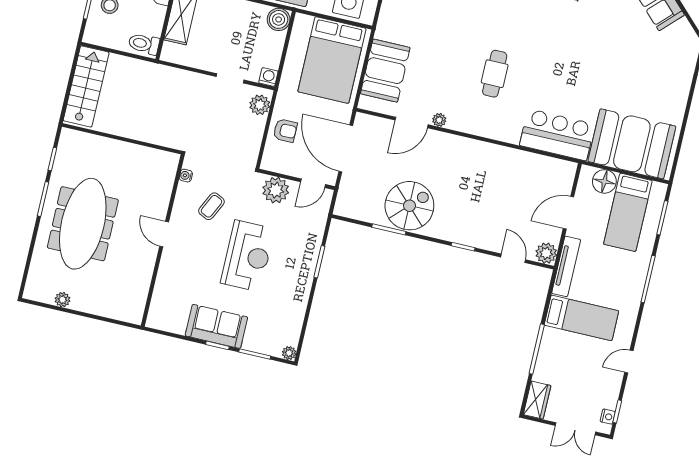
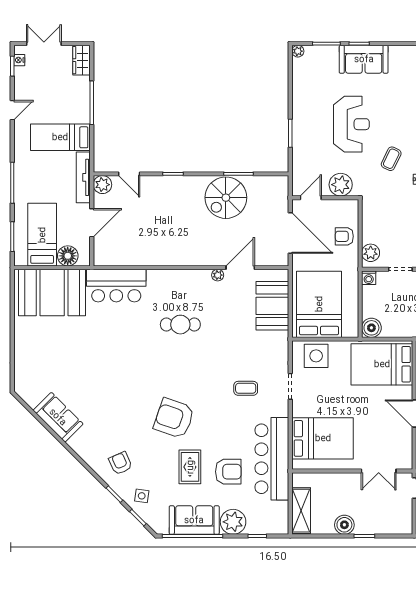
cafe table: (495, 74) -> (180, 325), turned 90
reception desk: (247, 256) -> (351, 124), turned 180

